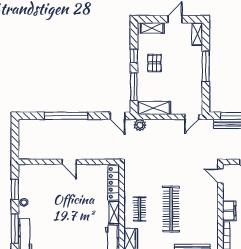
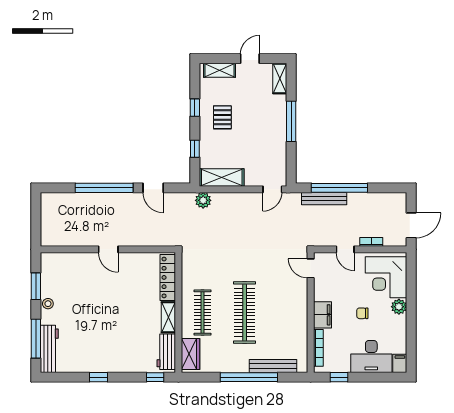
window: (134, 87) -> (195, 149), width x0.46
door: (118, 116) -> (153, 188), moved
clothes rail: (140, 209) -> (202, 312), width x1.36

